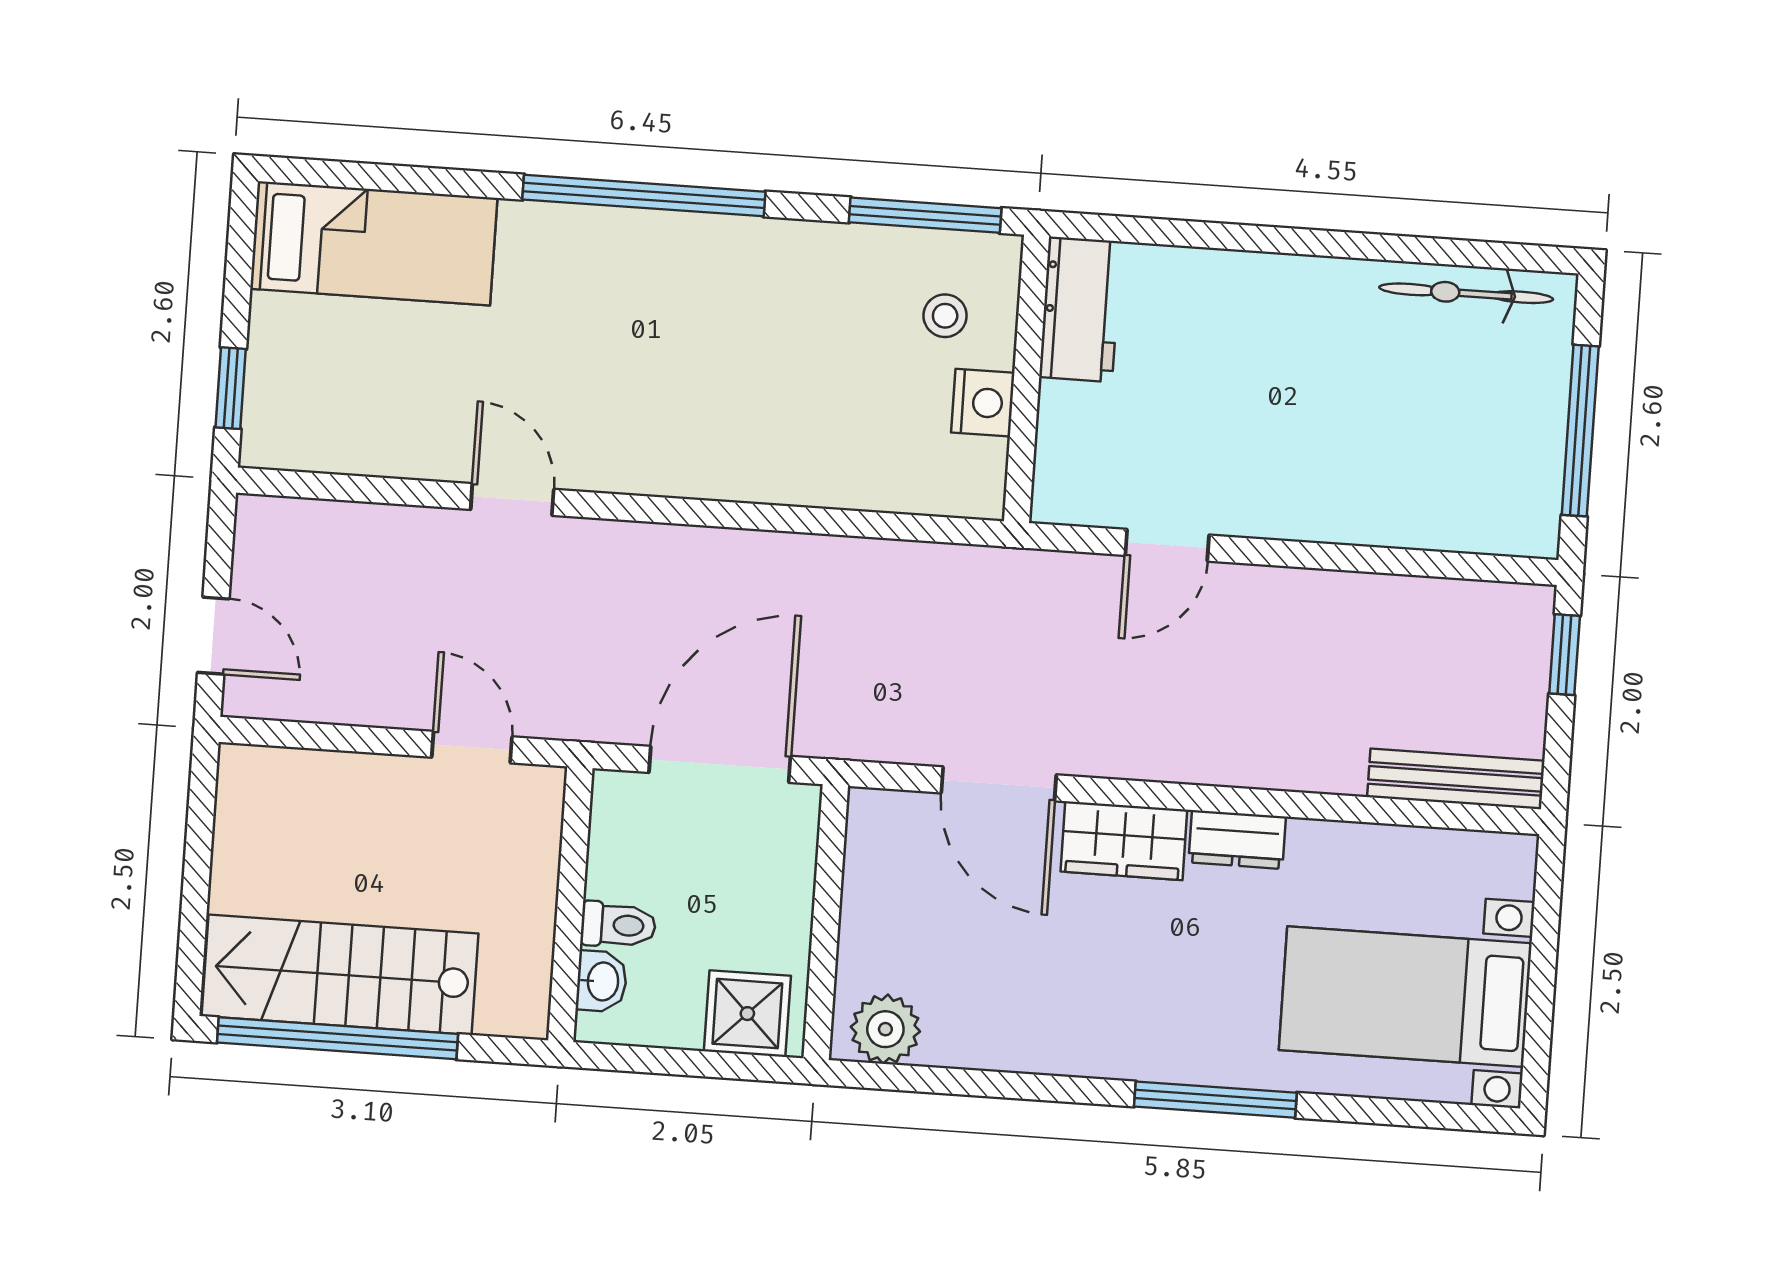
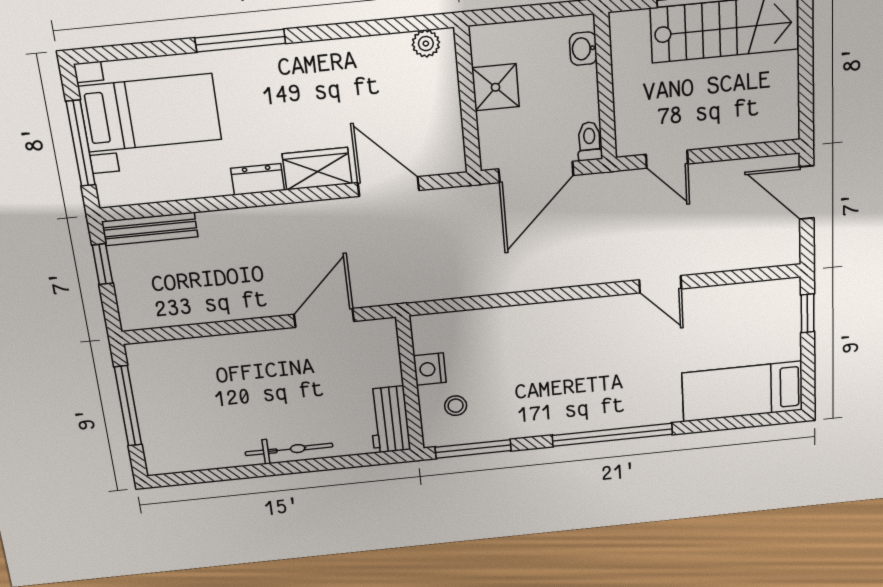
bicycle: (1466, 293) -> (289, 449), moved
door: (1167, 545) -> (324, 318), width x1.38
door: (213, 636) -> (807, 193), width x1.38
window: (1565, 655) -> (102, 264), moved
toilet: (618, 925) -> (590, 141), moved, turned 90
window: (1543, 962) -> (81, 143), added
shower: (747, 1014) -> (495, 87), moved
plant: (885, 1029) -> (426, 44), width x0.73, depth x0.73

